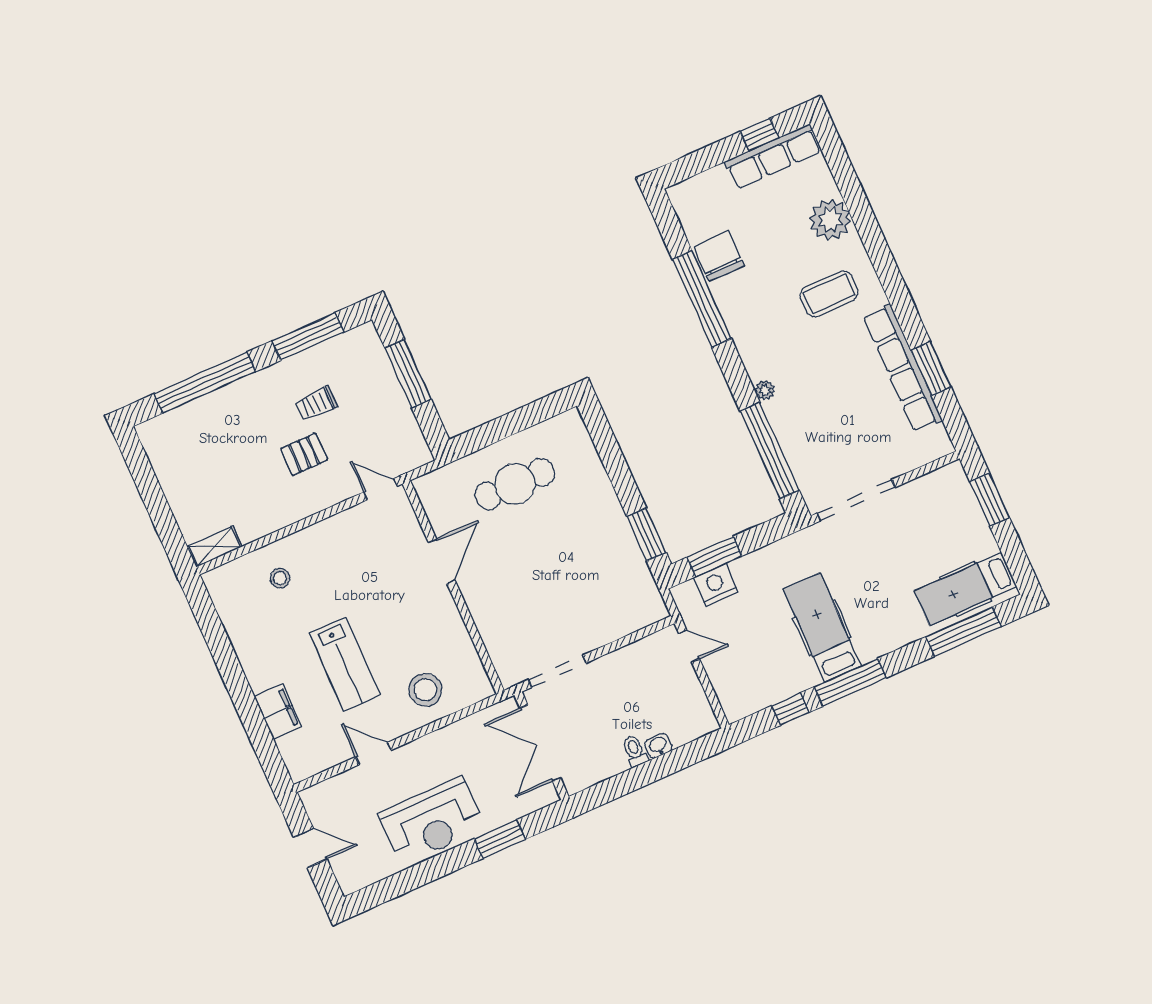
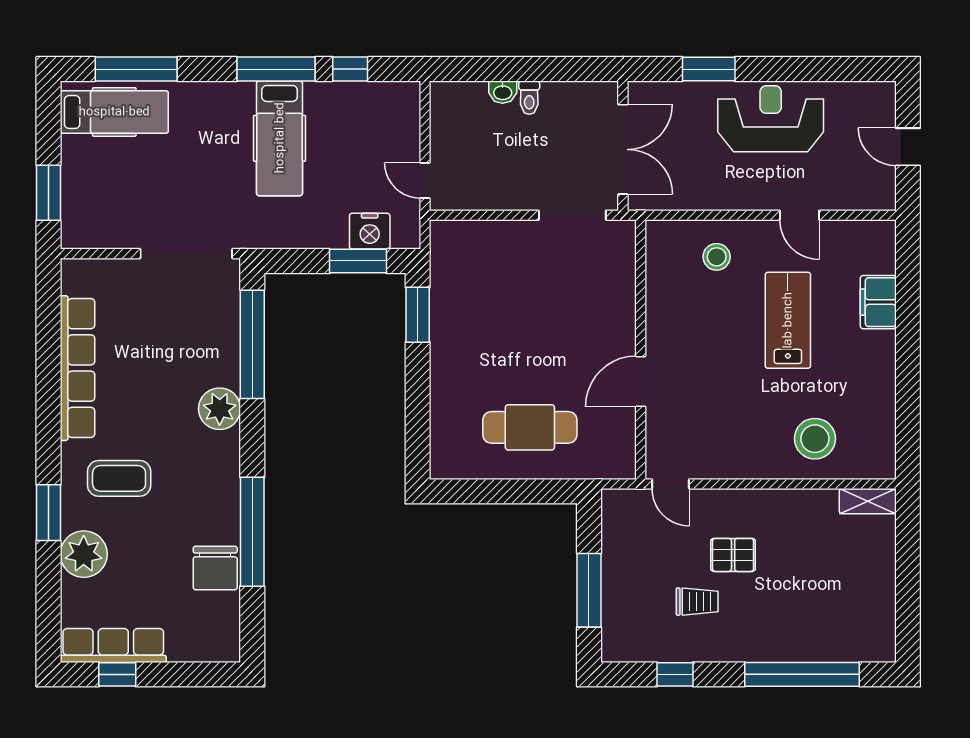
window: (308, 337) -> (675, 674), width x0.46
window: (931, 368) -> (49, 513), moved
plant: (765, 390) -> (220, 409), width x1.87, depth x1.87
stool: (280, 578) -> (815, 439), width x1.89, depth x1.89
stool: (425, 690) -> (717, 257), width x0.73, depth x0.73

